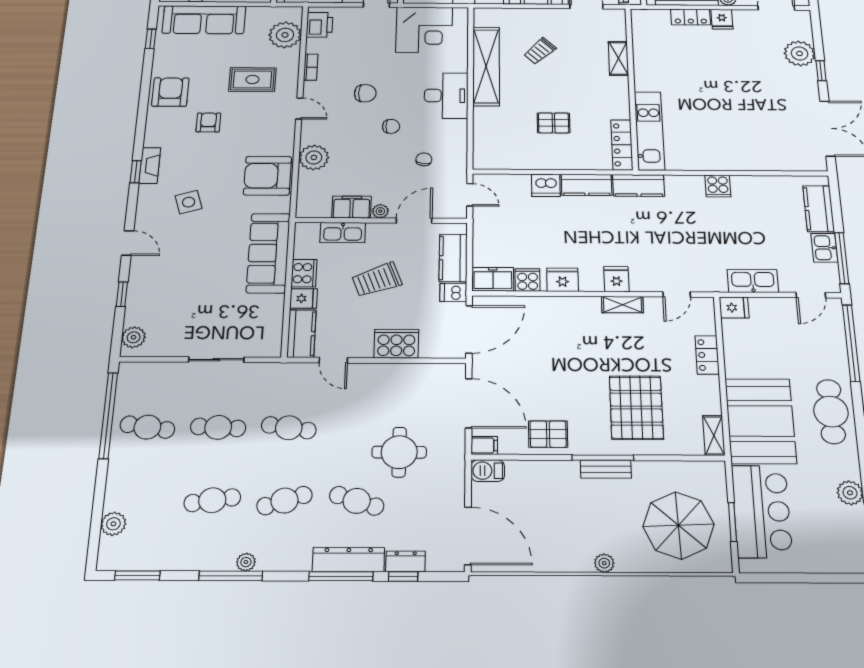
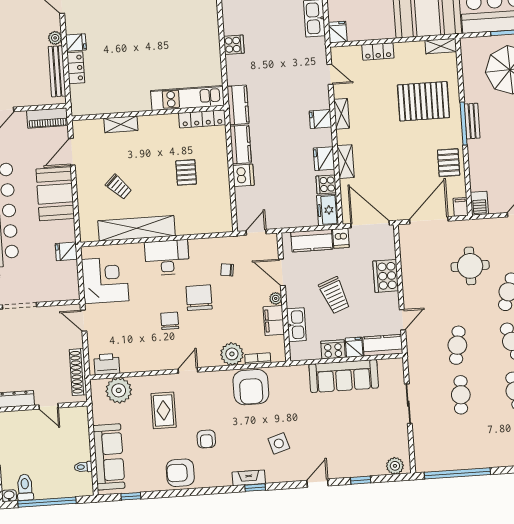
bookcase: (311, 67) -> (258, 359), moved
armchair: (208, 122) -> (206, 439), turned -90
chair: (391, 126) -> (199, 298), width x1.87, depth x1.87
sofa: (268, 253) -> (344, 376), moved
shelving: (557, 305) -> (346, 162), added
cafe table: (147, 427) -> (464, 444), removed

